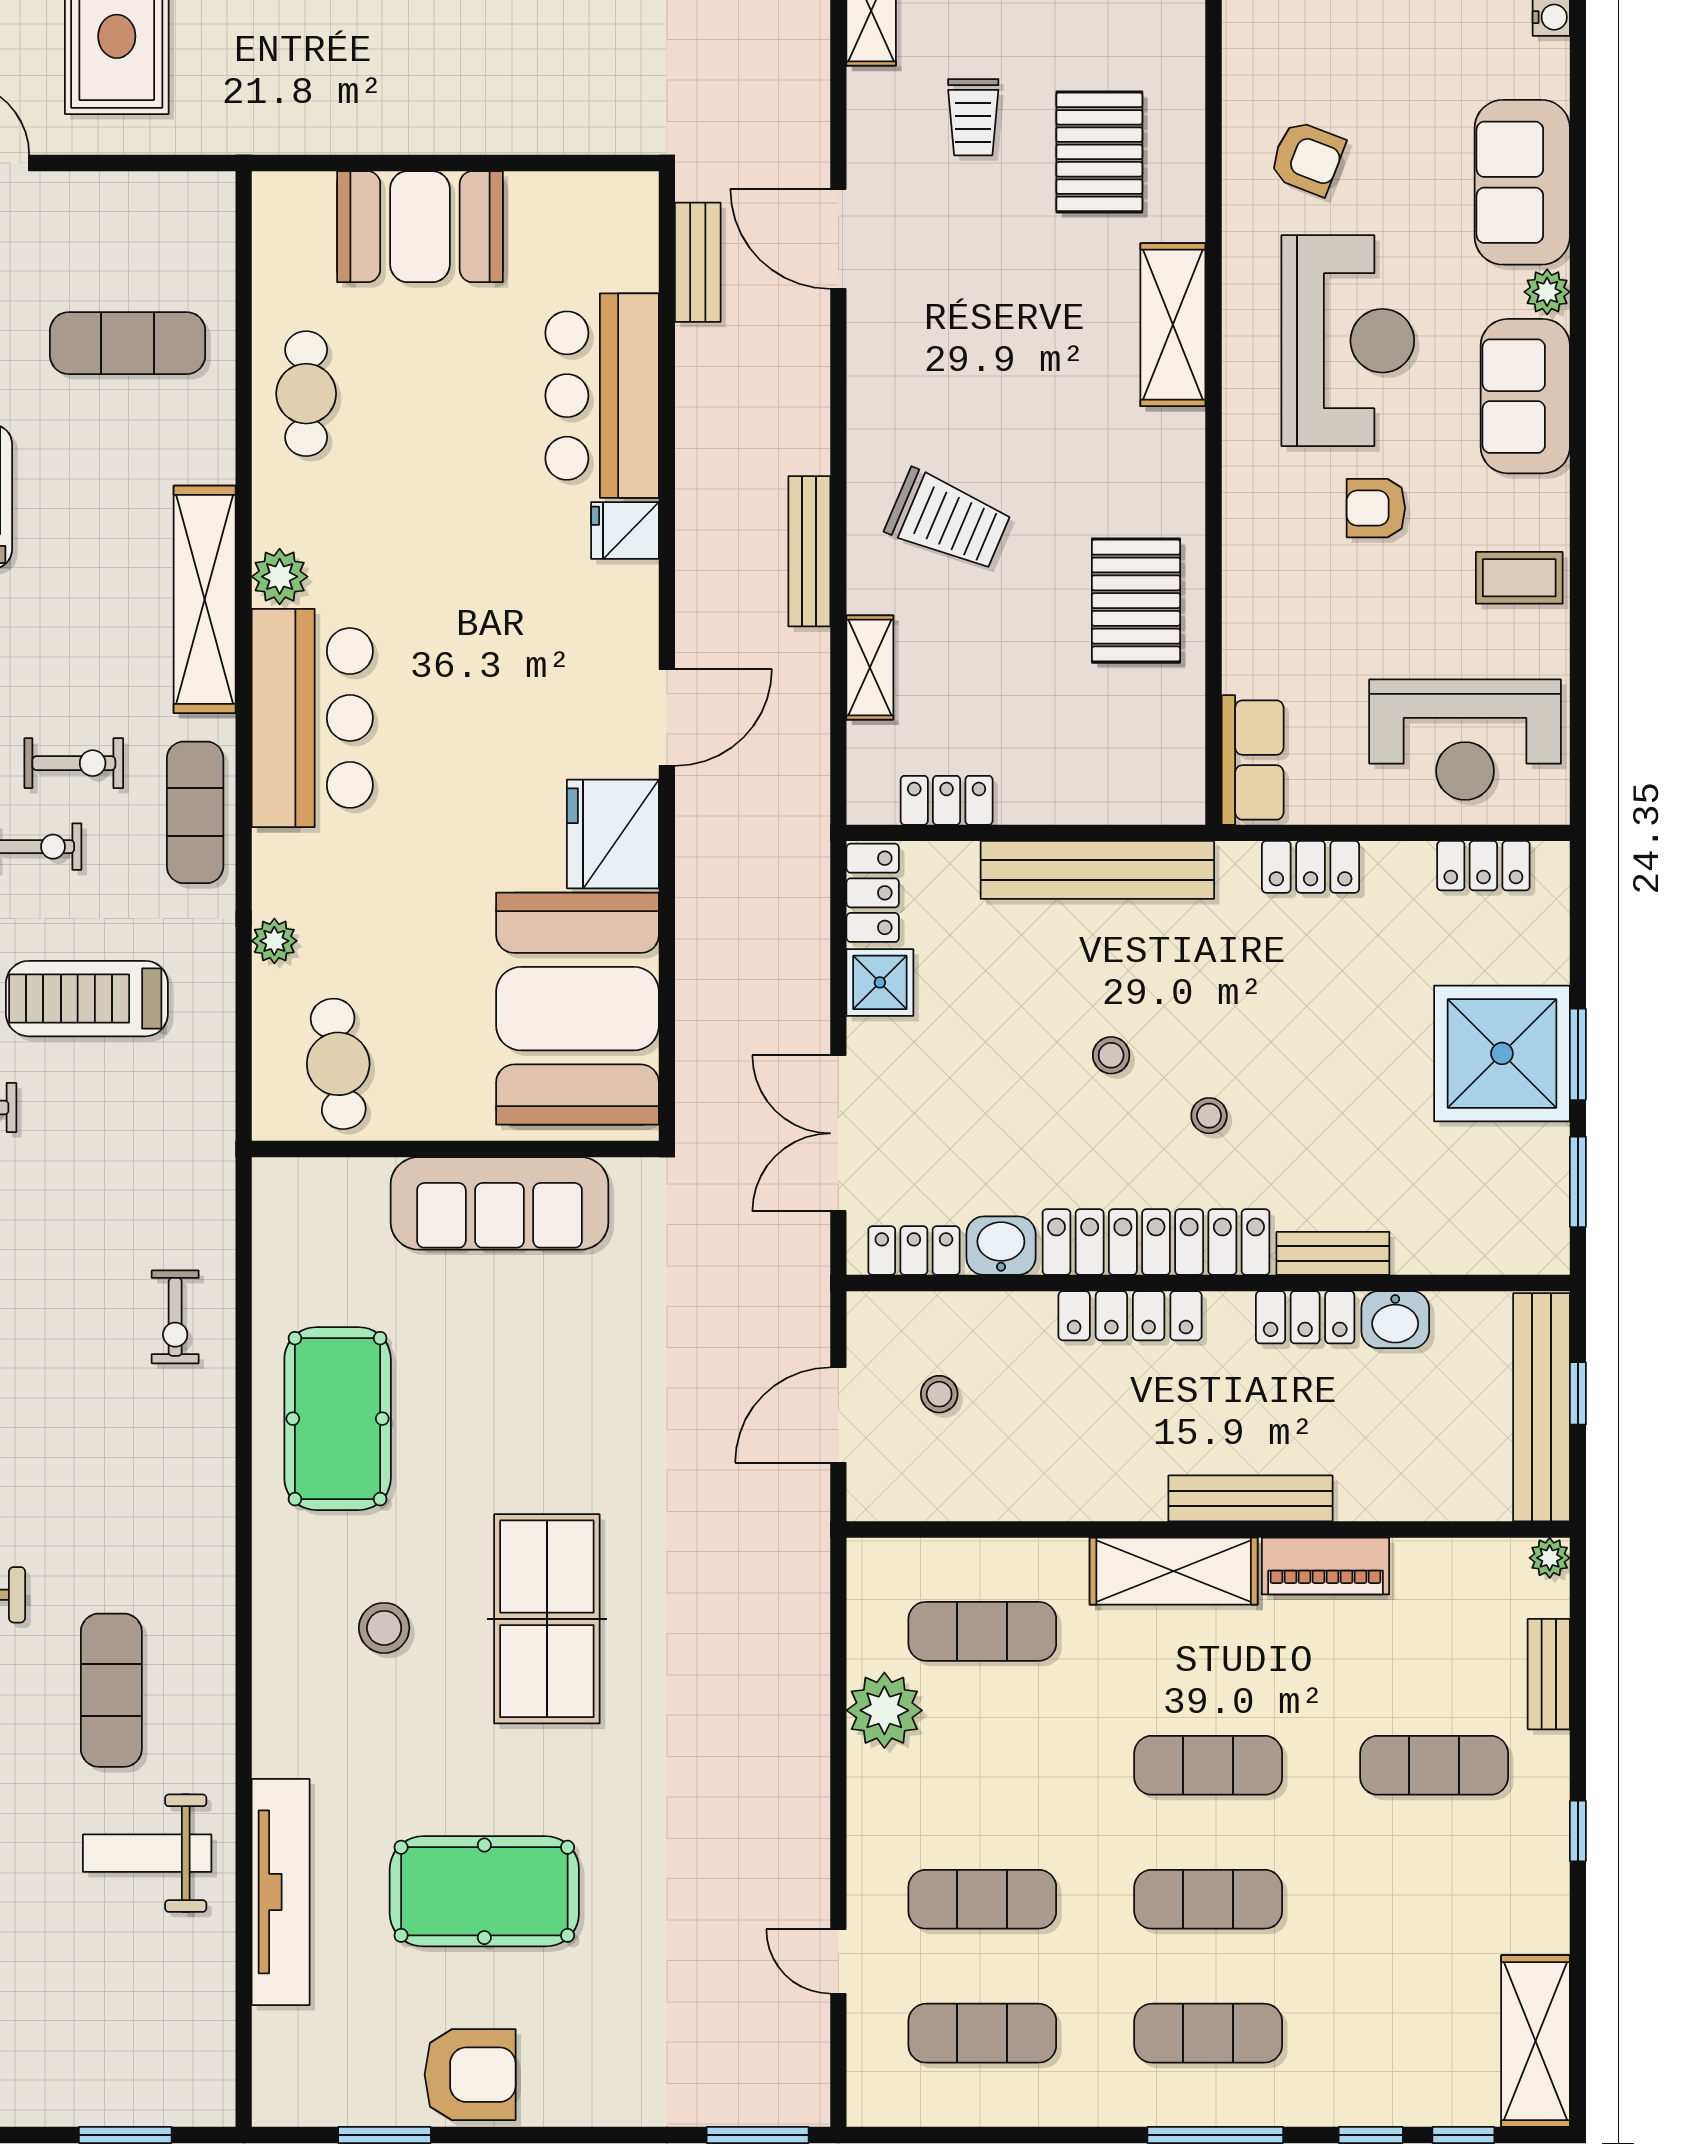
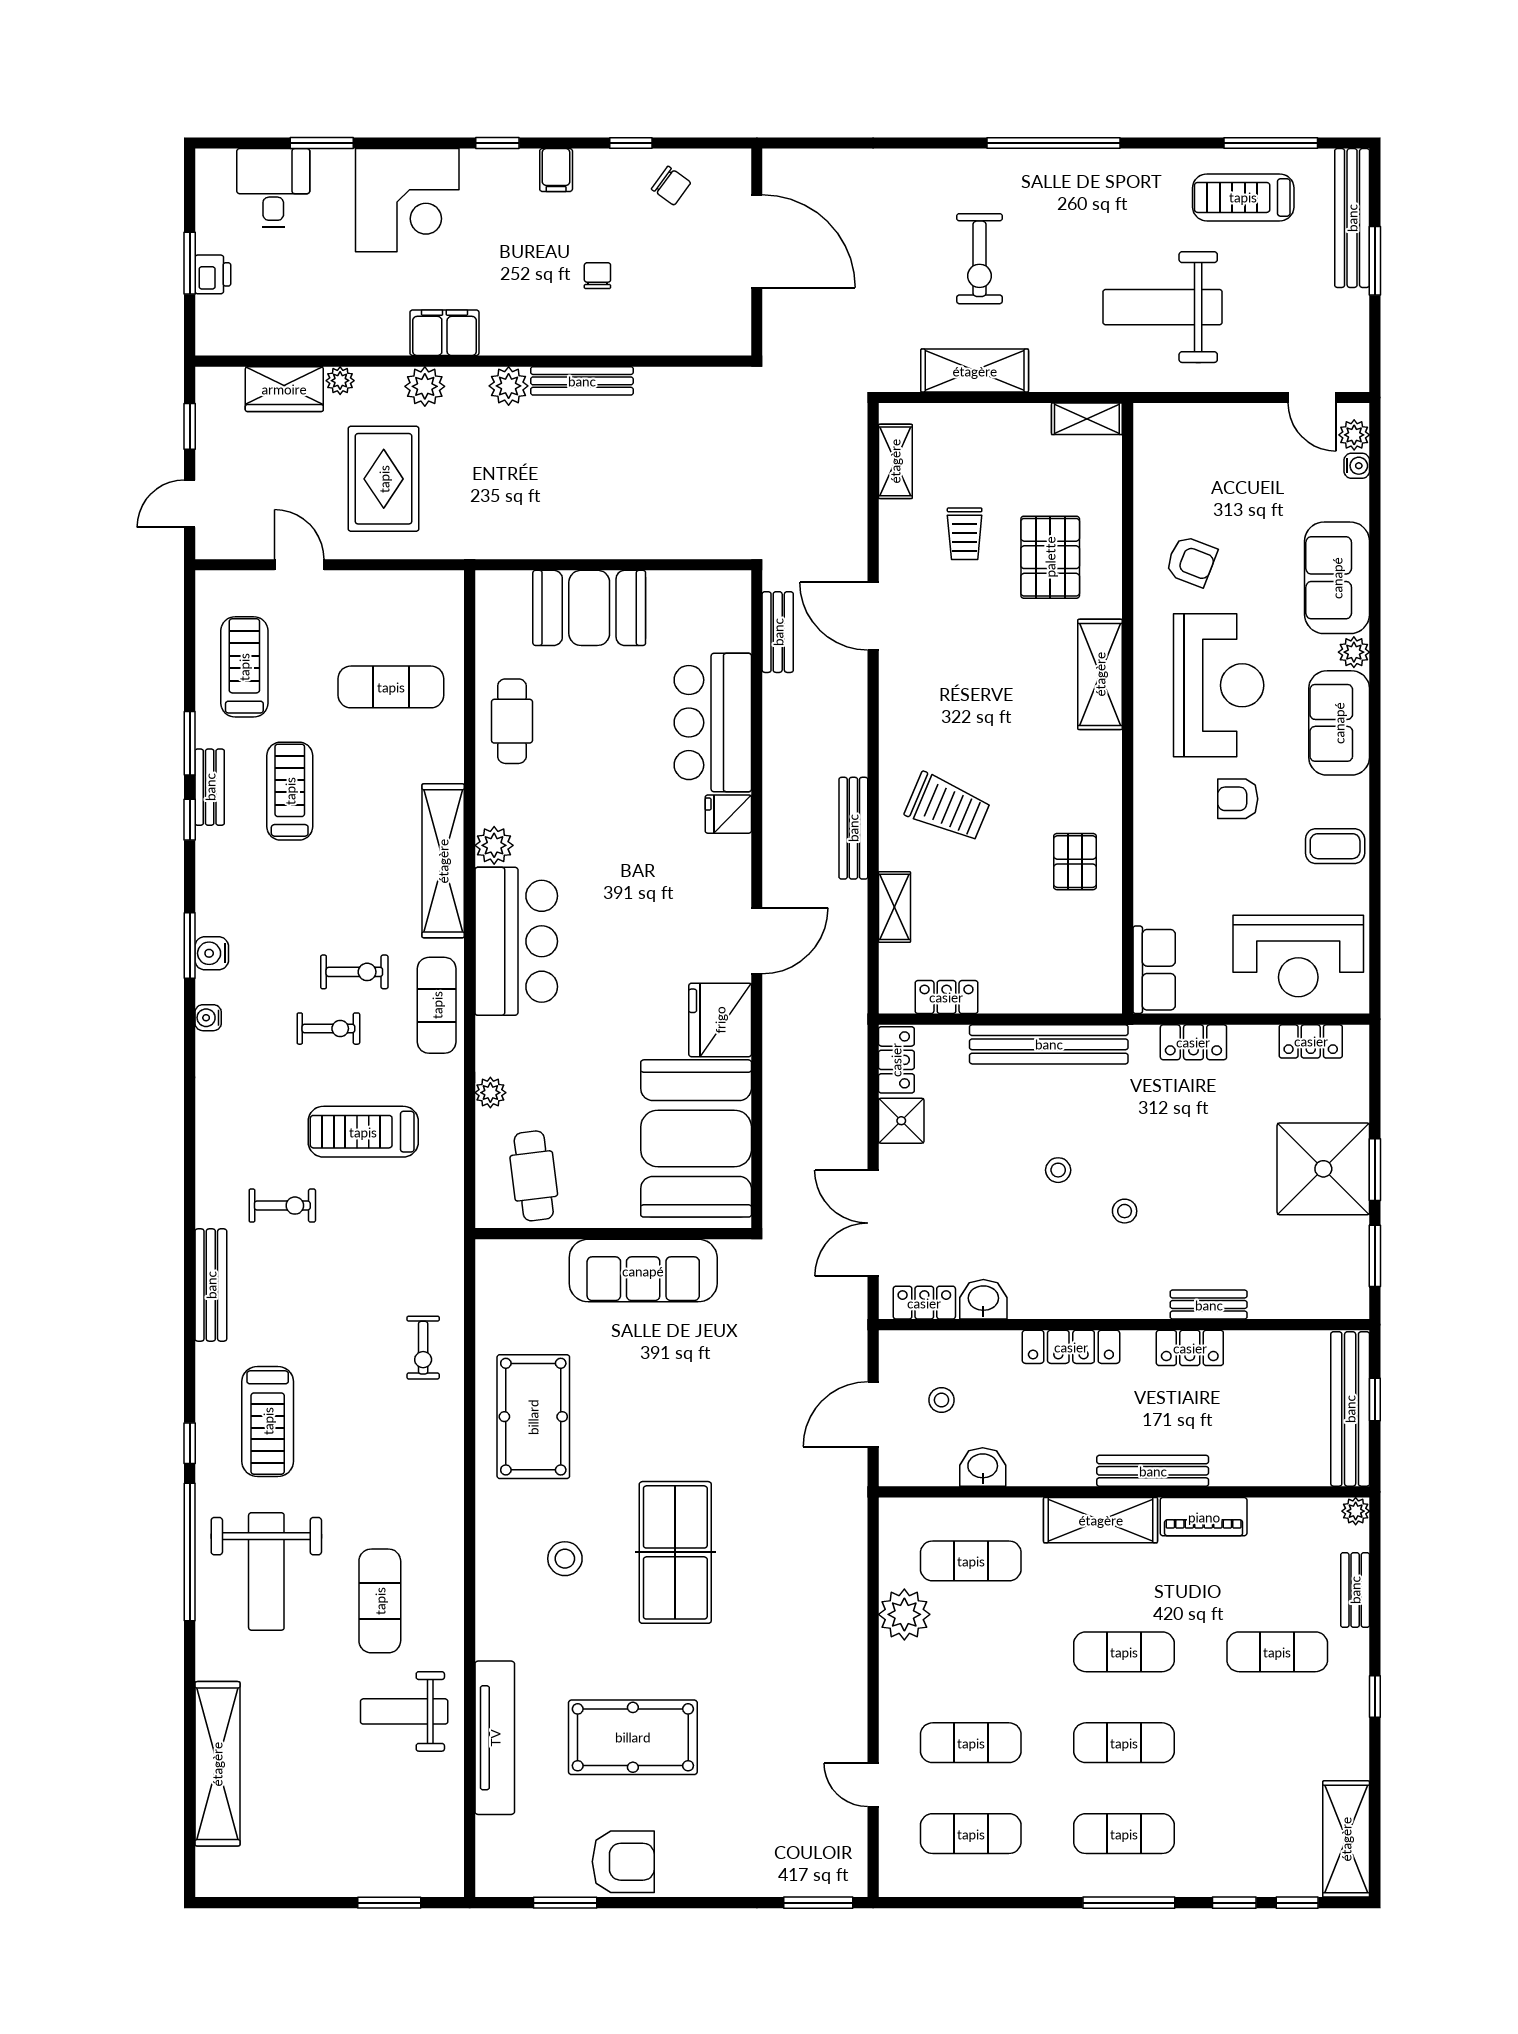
pallet: (1136, 601) -> (1075, 862), width x0.67, depth x0.71
locker: (1156, 1242) -> (1089, 1297), removed
washbasin: (1395, 1320) -> (983, 1467), moved, turned 180

